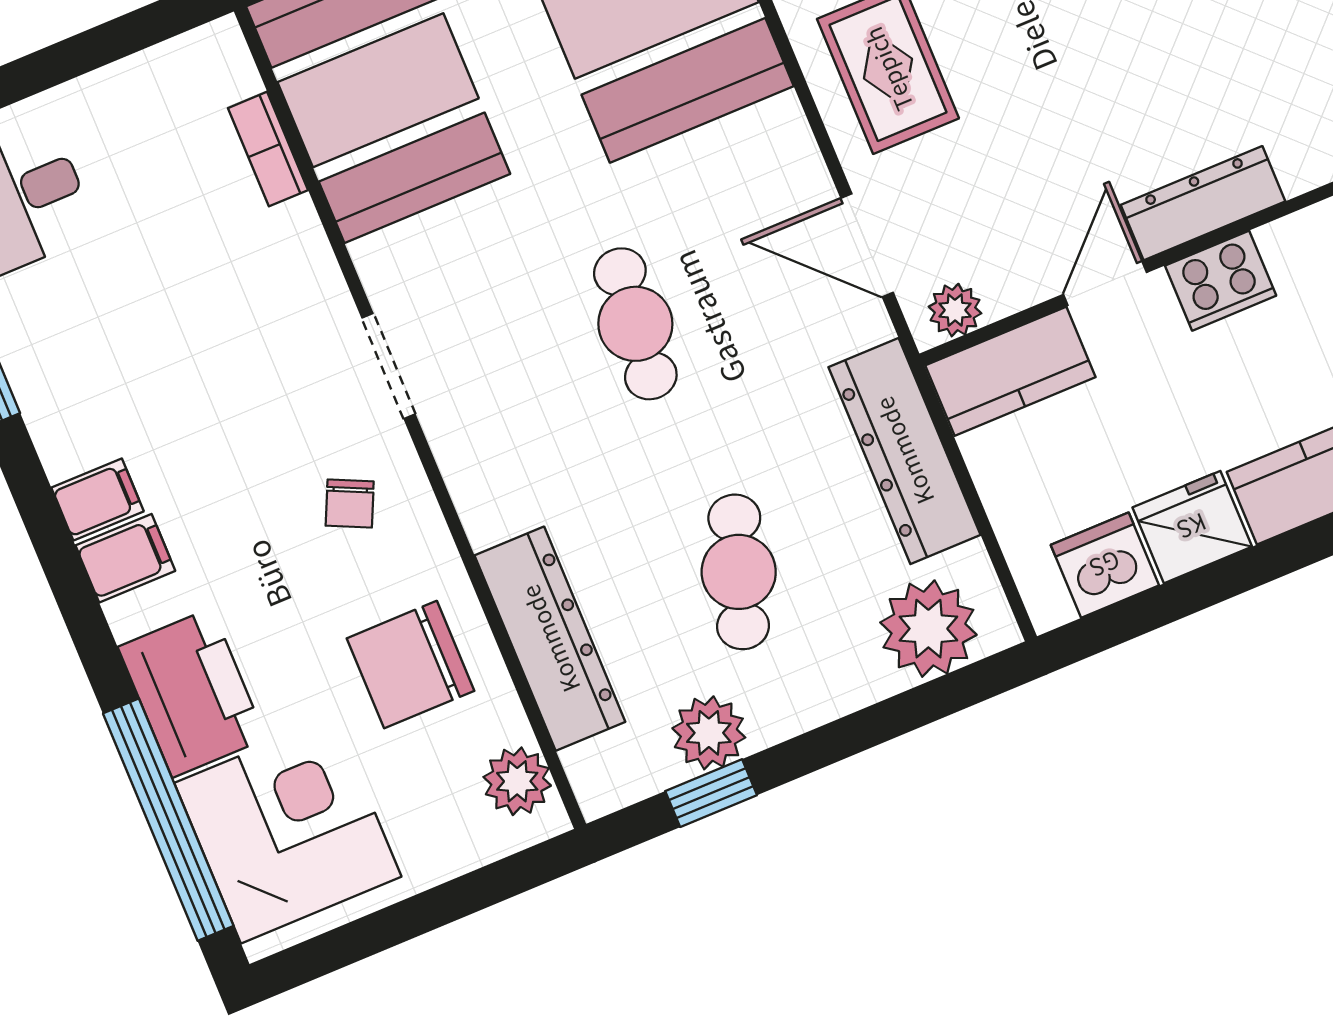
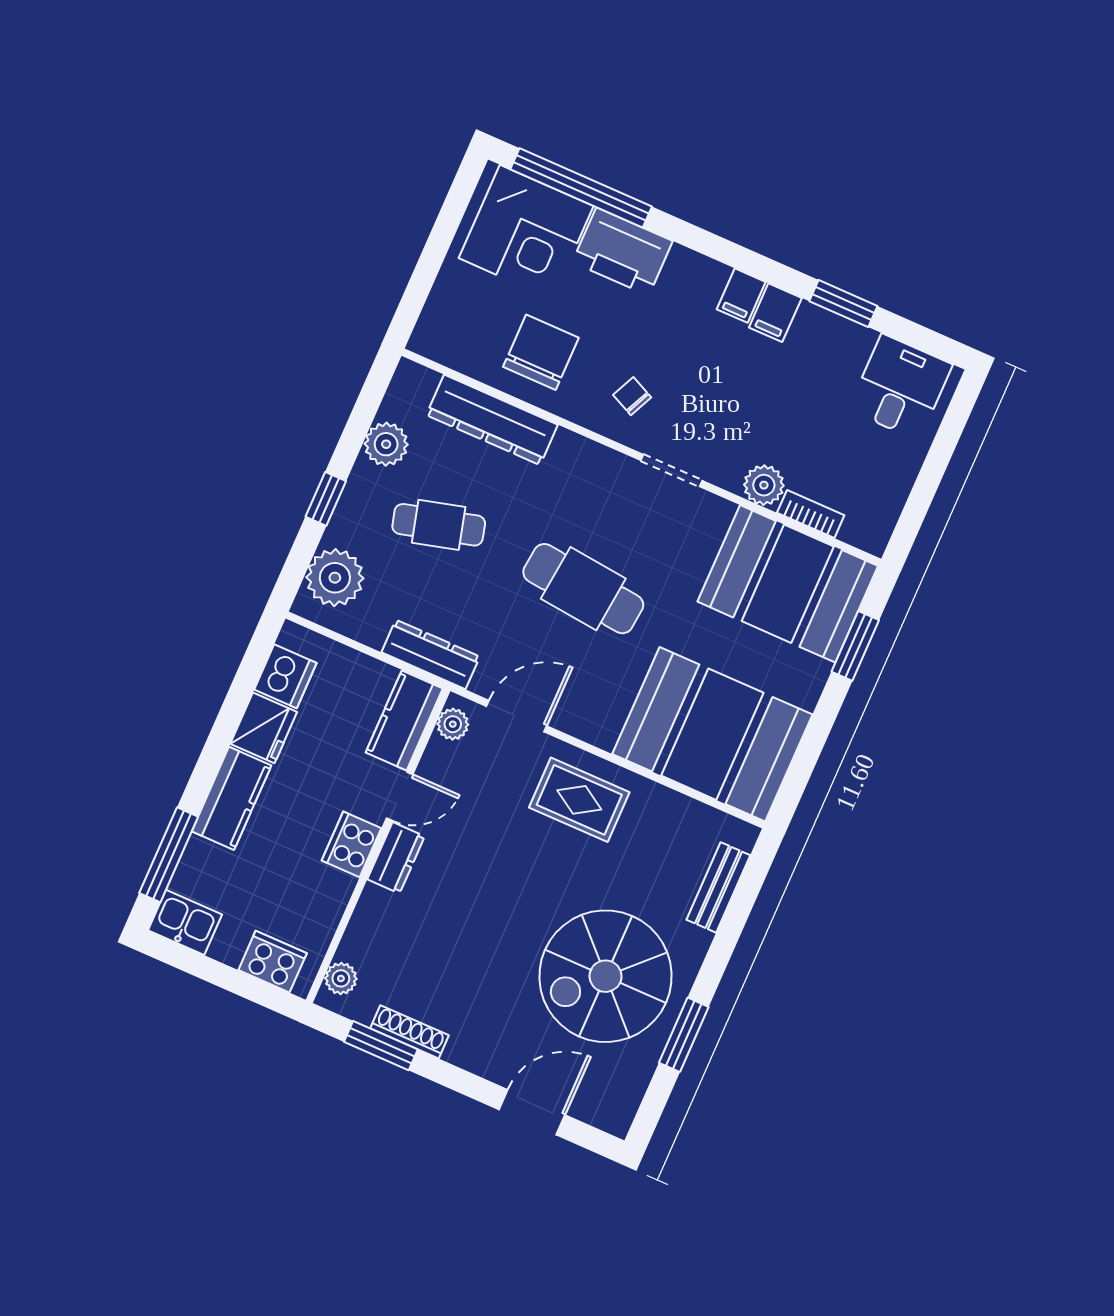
dresser: (1203, 203) -> (396, 858), width x0.70
door: (1105, 283) -> (400, 796), hinge flipped
cafe table: (635, 324) -> (583, 589), width x1.37, depth x1.35
dresser: (904, 451) -> (431, 654), width x0.73, depth x0.80
filing cabinet: (125, 558) -> (775, 313), moved
cafe table: (739, 572) -> (439, 525), turned -33
plant: (517, 781) -> (764, 485), moved
window: (711, 793) -> (326, 499), moved

